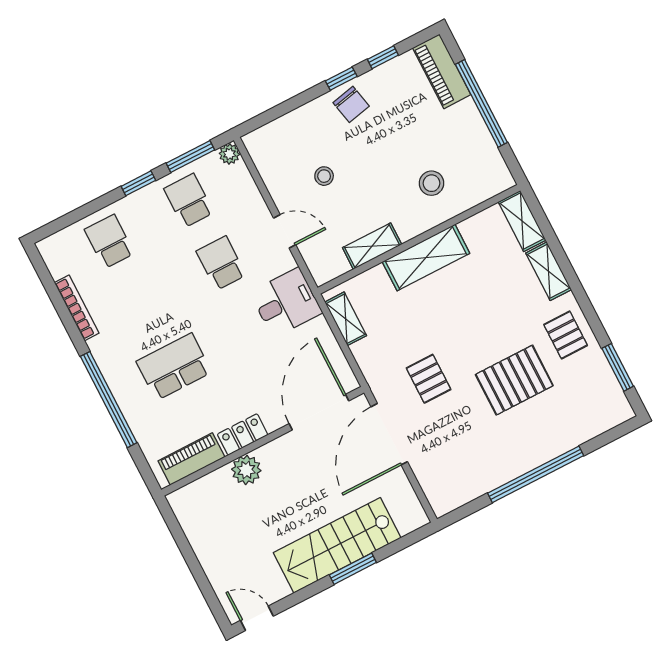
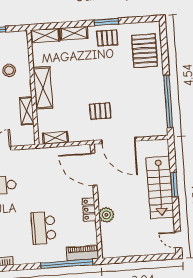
desk: (286, 302) -> (36, 163), removed
window: (618, 367) -> (106, 22), moved
pallet: (514, 380) -> (144, 51), moved
window: (109, 400) -> (67, 264), moved
piano: (191, 459) -> (83, 253), moved, turned 90
window: (536, 474) -> (168, 101), moved
door: (257, 618) -> (178, 240), hinge flipped

